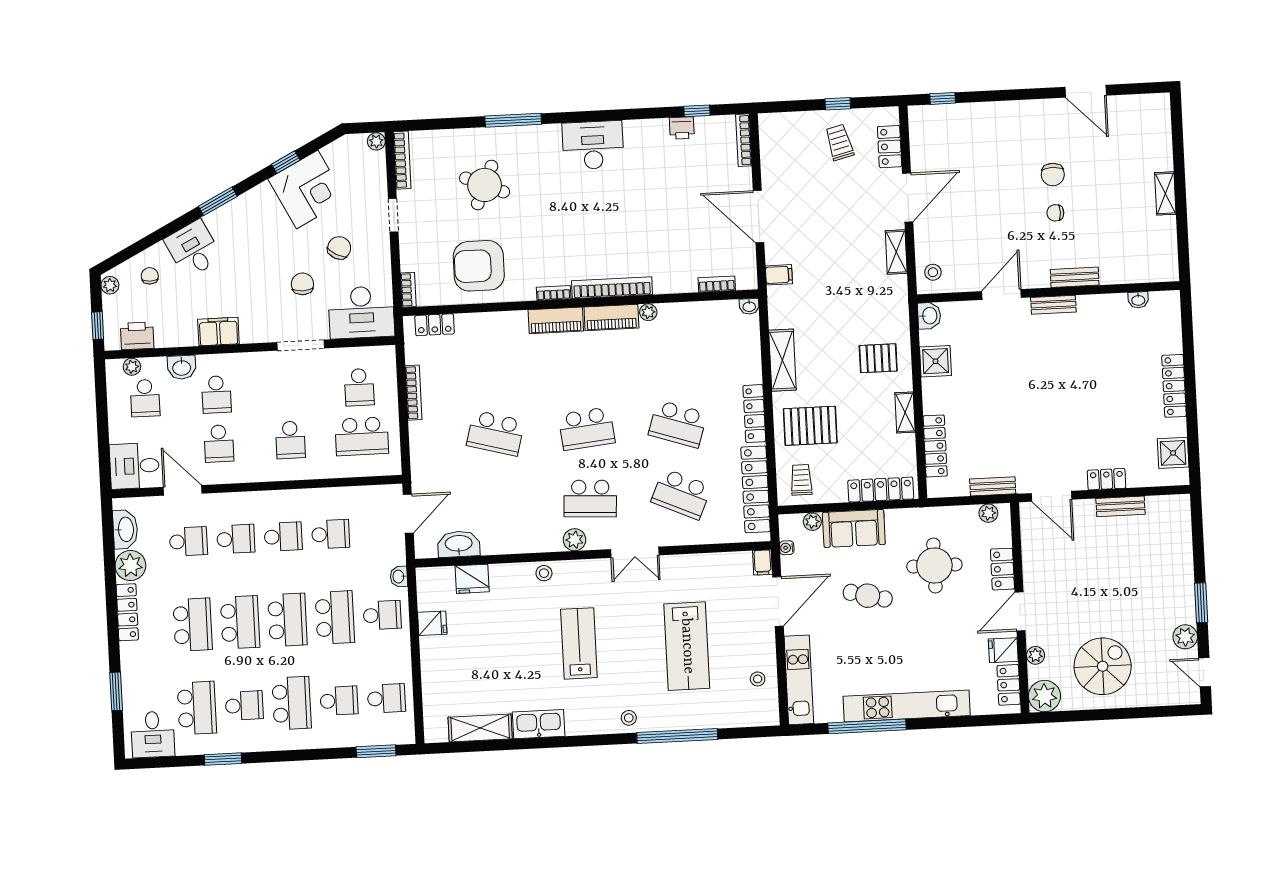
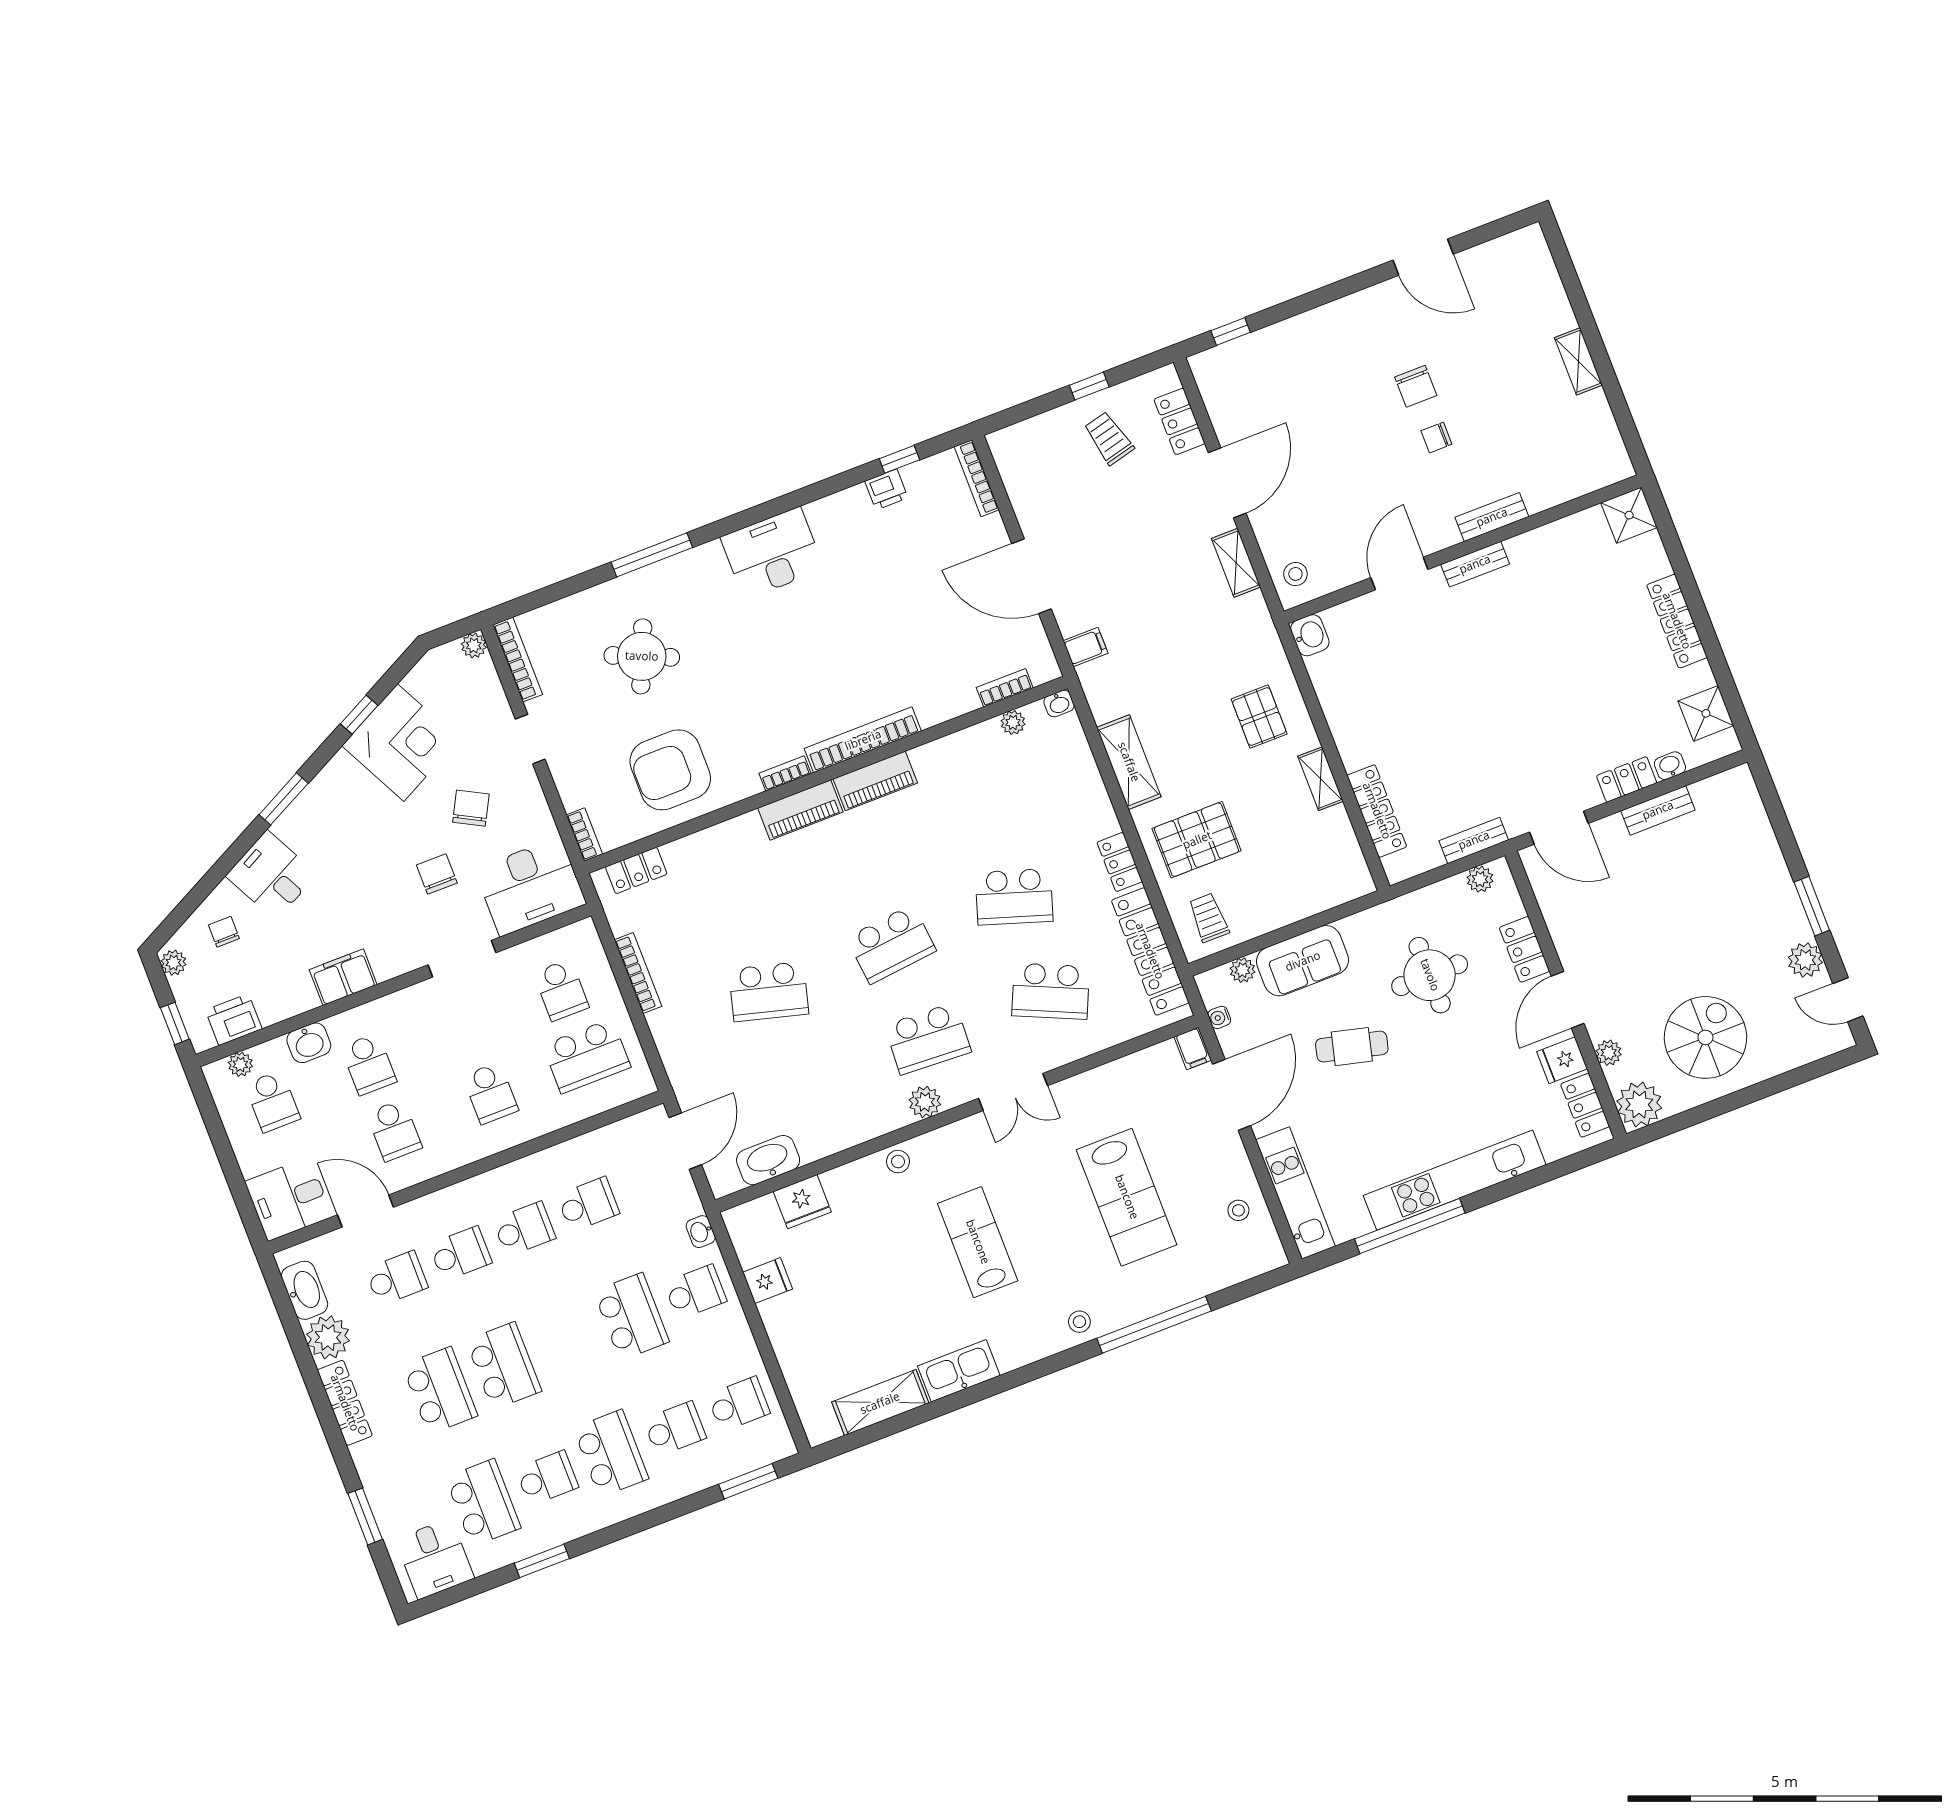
washbasin: (1138, 300) -> (1670, 766), moved, turned 180
plant: (648, 312) -> (1013, 722), moved
pallet: (878, 358) -> (1259, 717), turned 90
shower: (936, 361) -> (1629, 515), moved
locker: (754, 414) -> (1120, 862), width x0.66
locker: (881, 490) -> (1322, 895), removed
school desk: (287, 620) -> (568, 1341), removed

